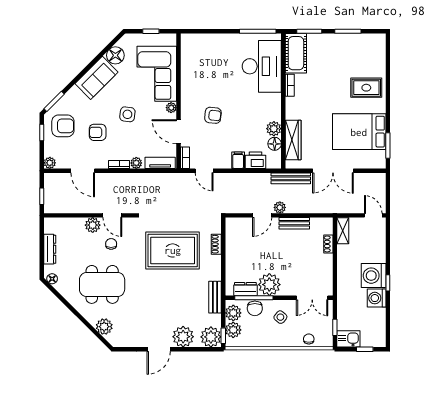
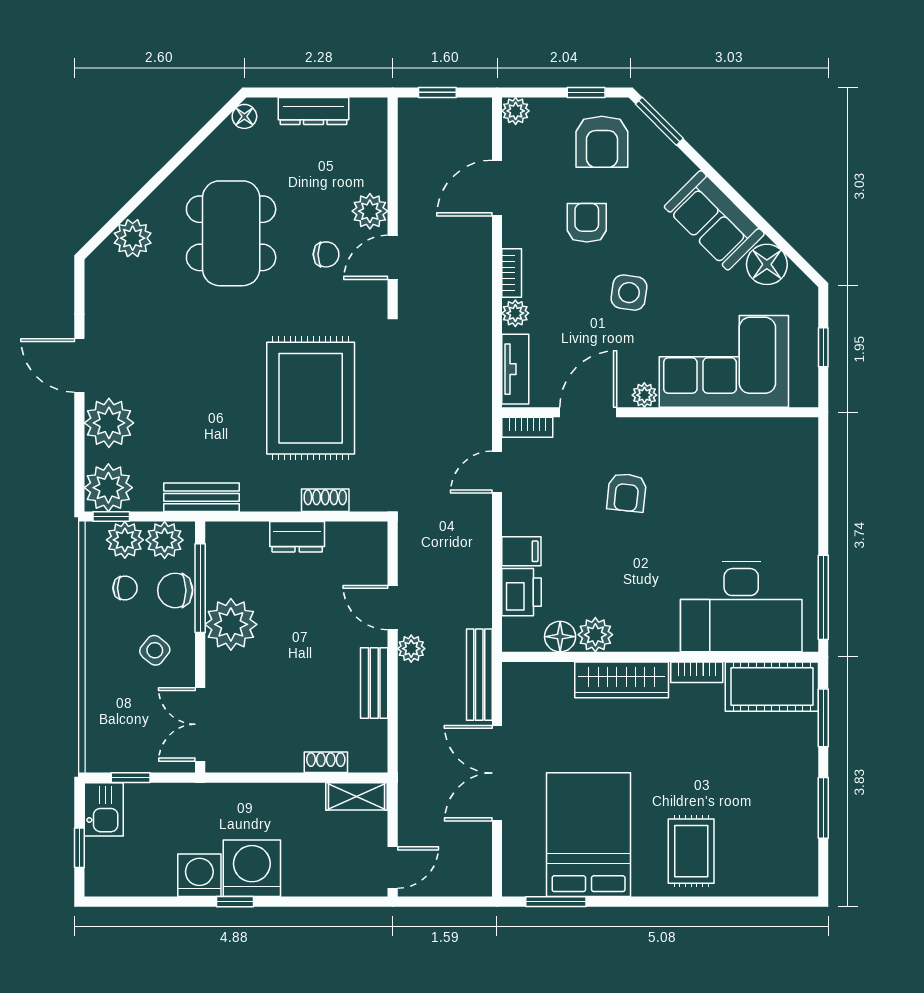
wardrobe: (293, 140) -> (622, 680), moved
dresser: (245, 289) -> (297, 537), moved, turned 90
chair: (309, 339) -> (125, 588), moved

